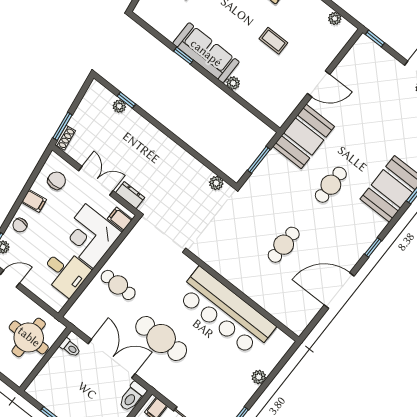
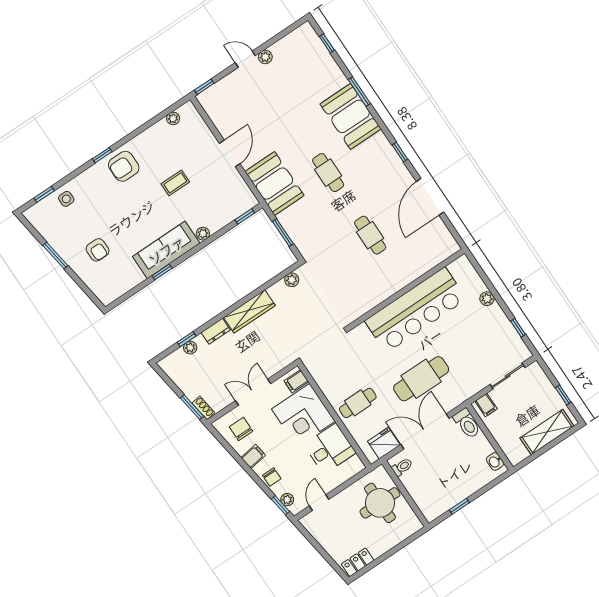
window: (263, 118) -> (245, 216), added
wardrobe: (173, 152) -> (249, 311), added
dresser: (130, 195) -> (216, 331), moved, turned 180
fridge: (87, 323) -> (384, 443), added

